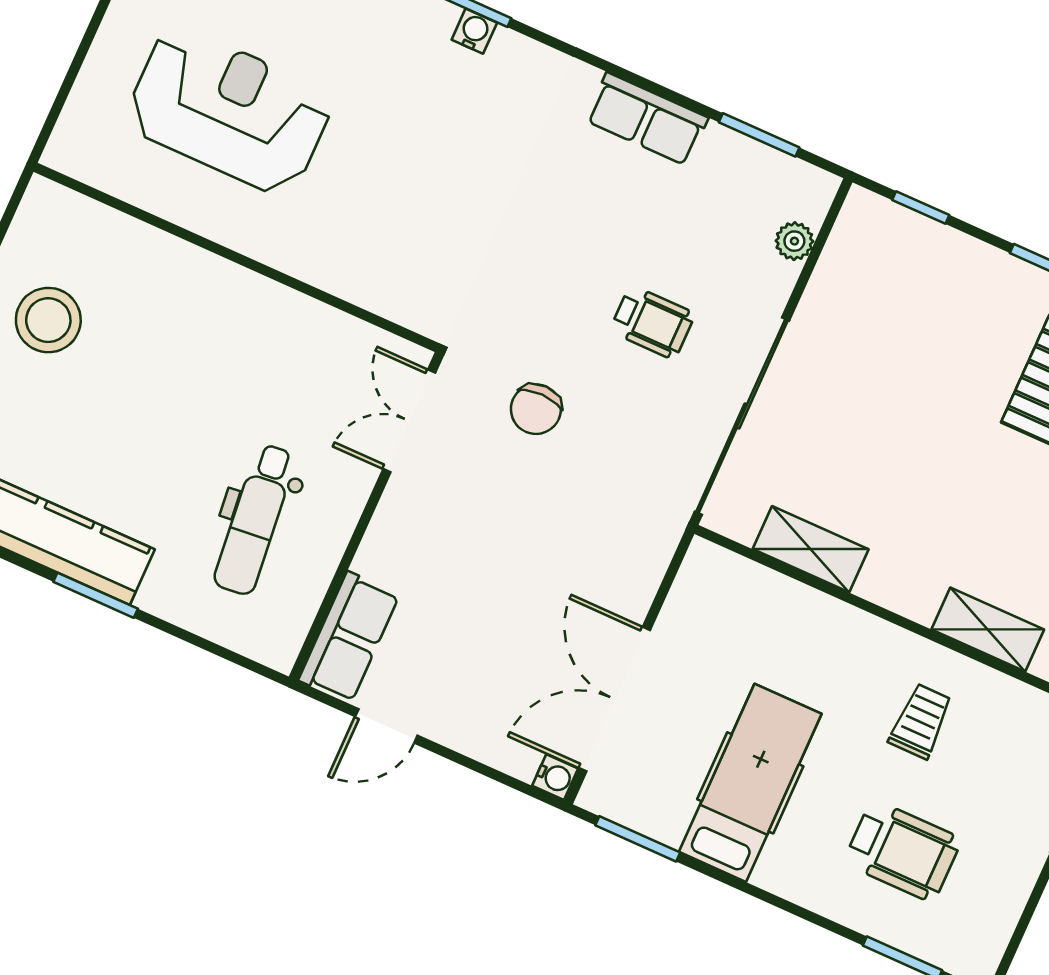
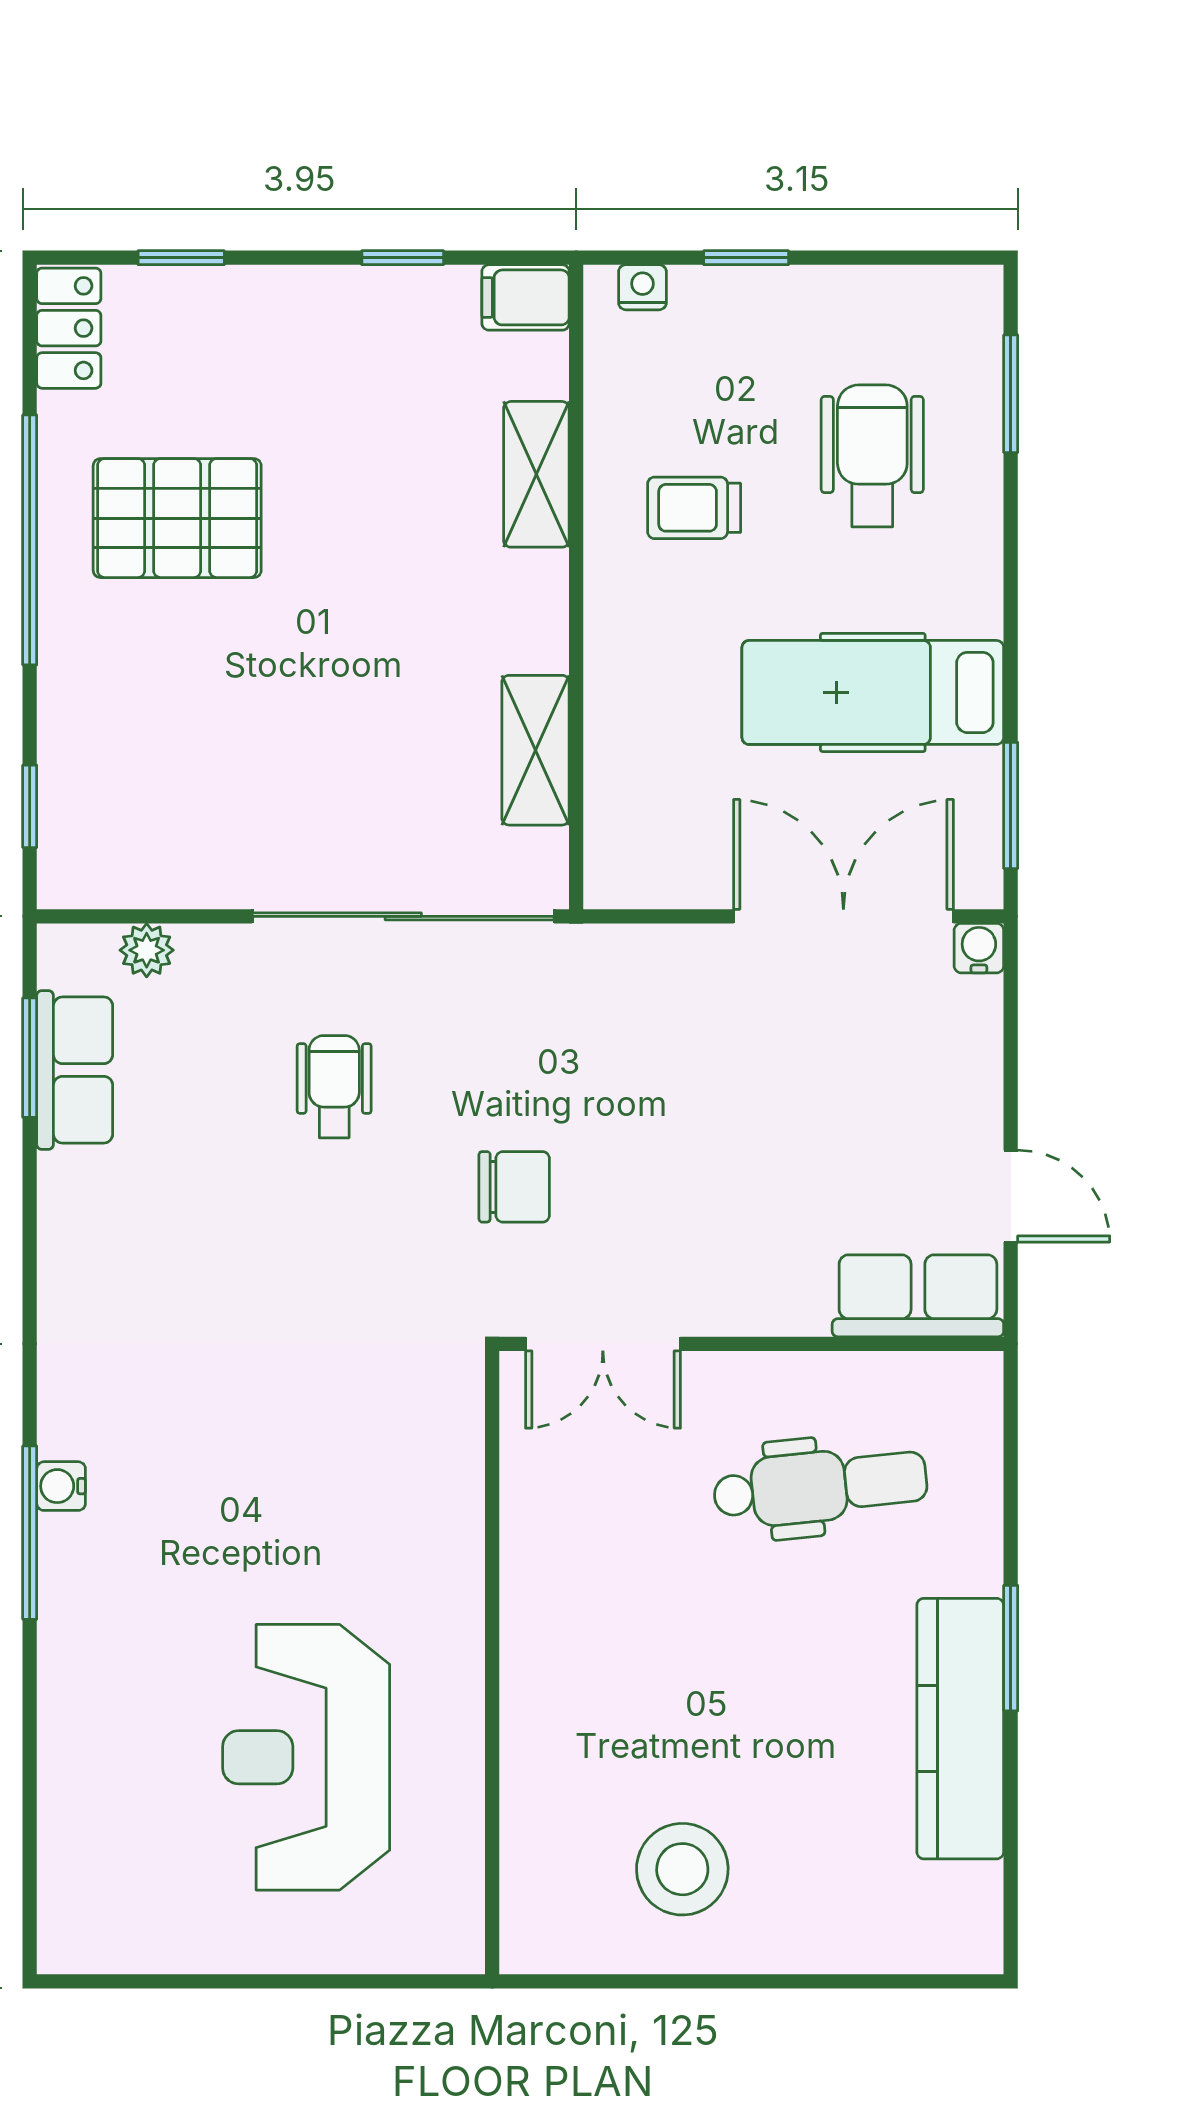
row of seats: (647, 119) -> (75, 1070), moved
double door: (615, 699) -> (843, 916), swing flipped

